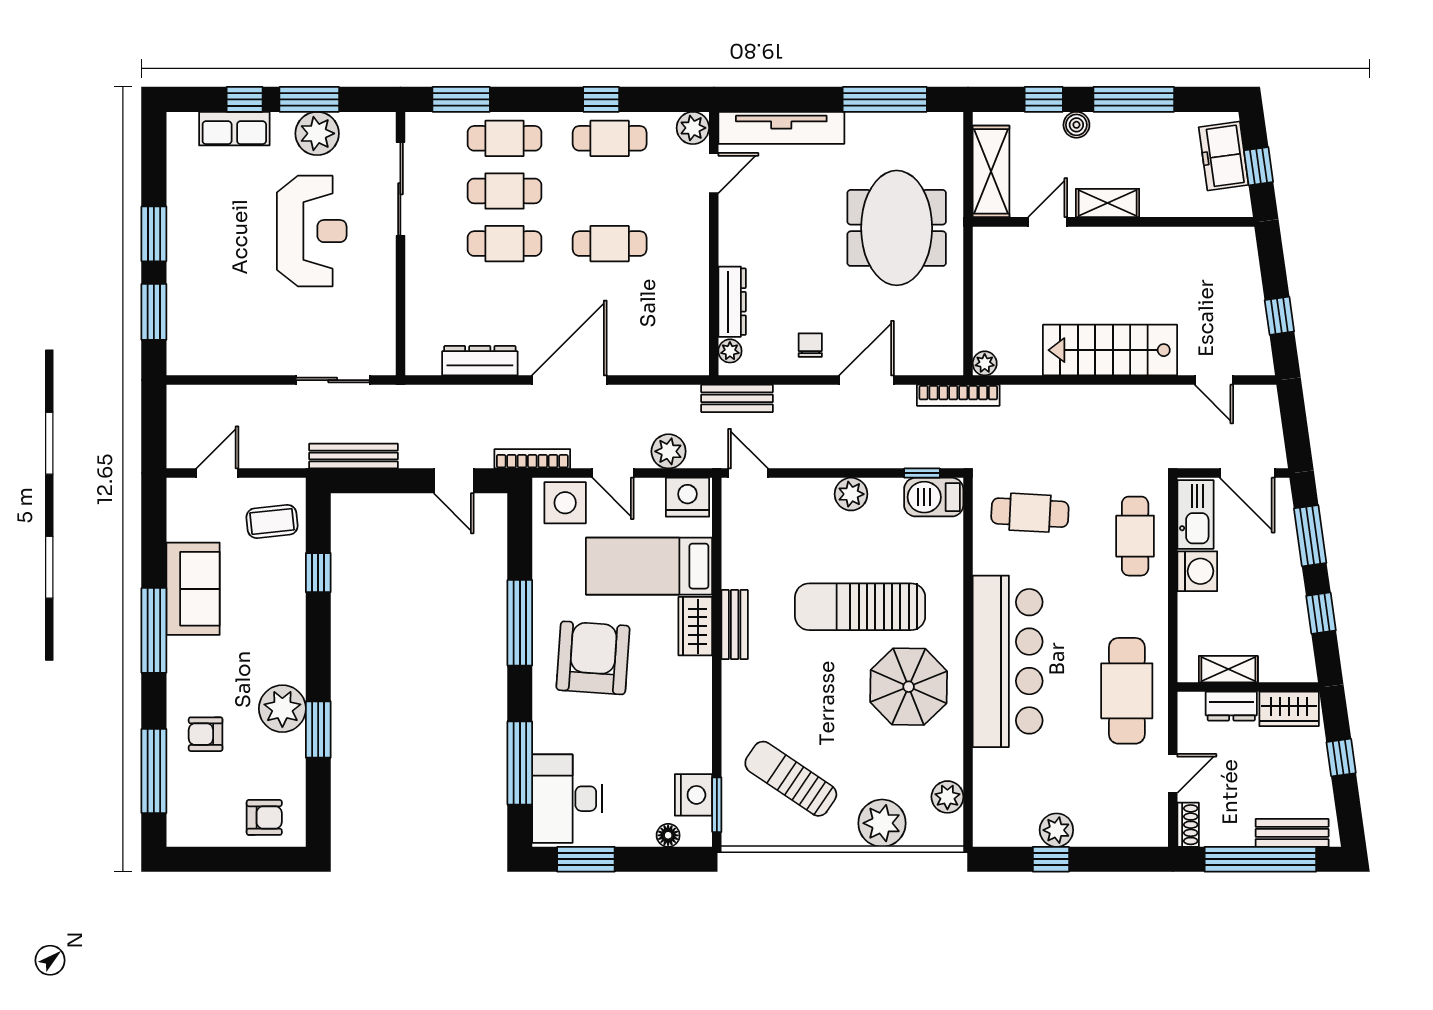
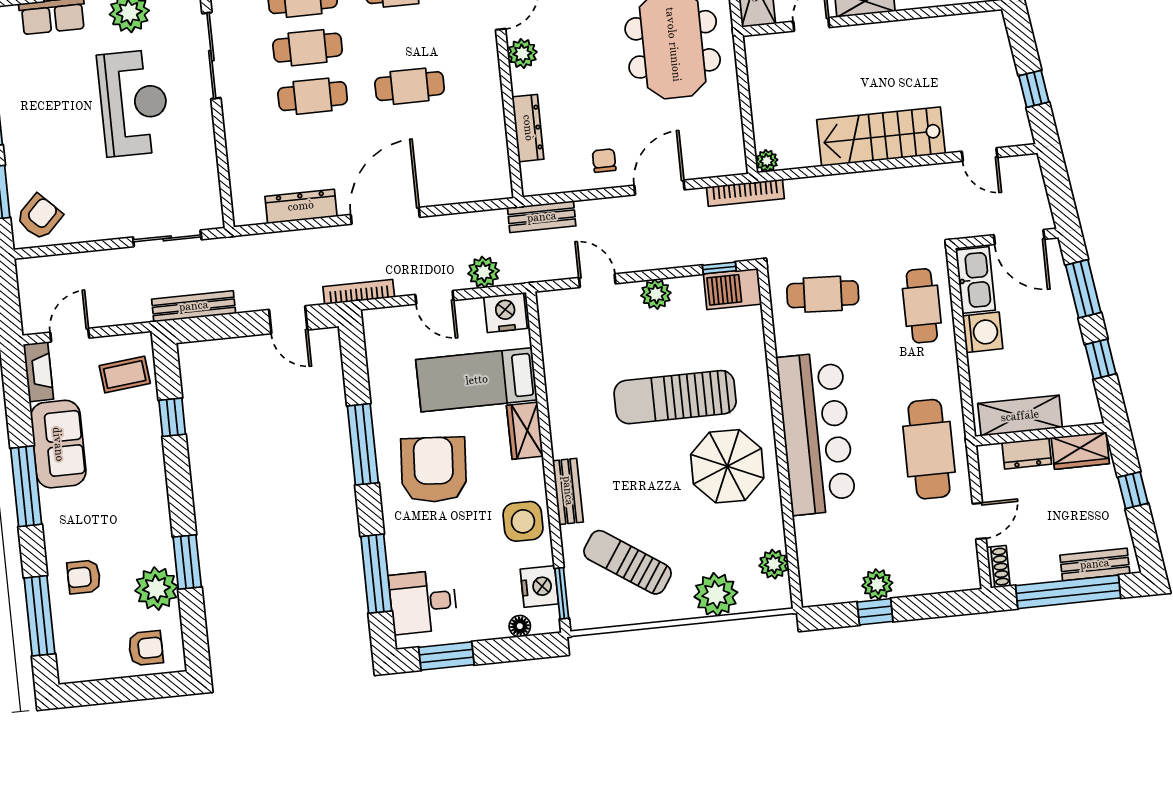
armchair: (198, 343) -> (39, 217), added
plant: (730, 351) -> (522, 53), moved, width x1.38, depth x1.38
door: (748, 473) -> (597, 281), moved
side table: (565, 503) -> (523, 521), moved
fireplace: (180, 509) -> (38, 372), added
bench: (735, 625) -> (568, 491), moved
shelving: (1228, 669) -> (1020, 416), width x1.50, depth x1.33
plant: (282, 709) -> (156, 589), moved
desk: (567, 799) -> (423, 602), width x0.73

